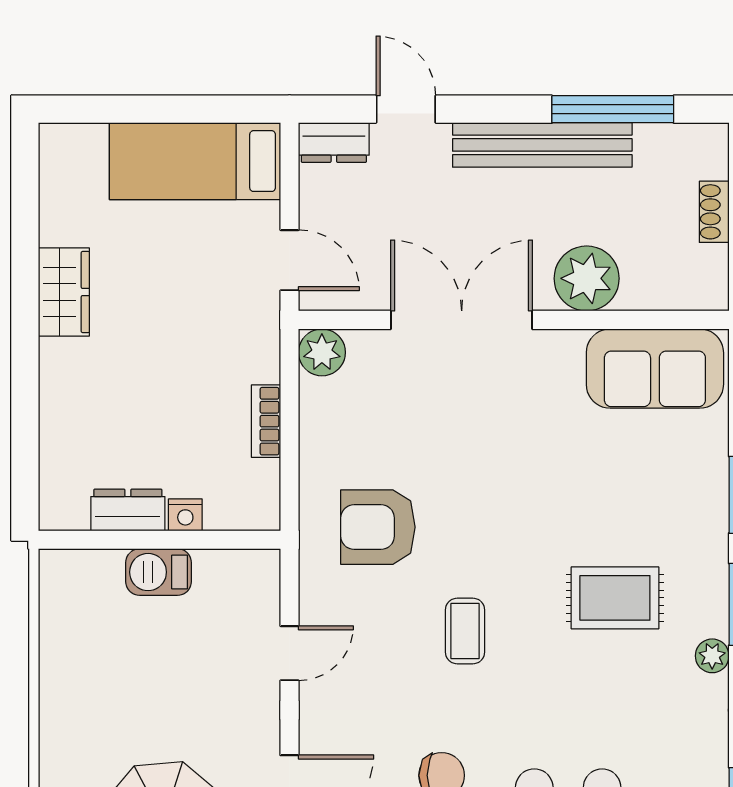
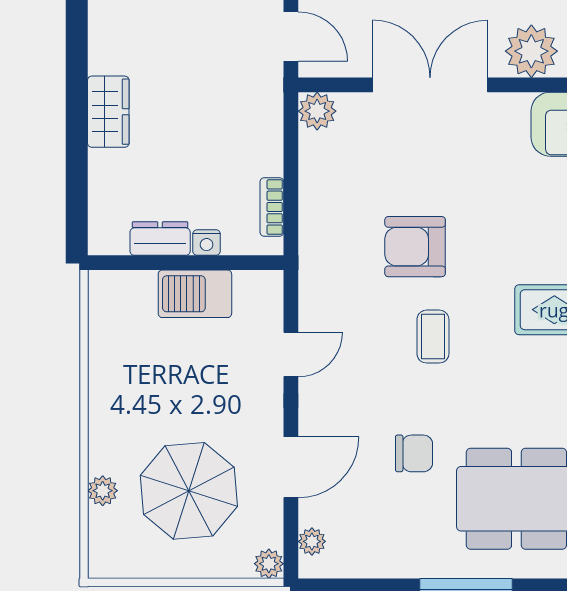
wardrobe: (64, 292) -> (108, 112), moved
bookcase: (266, 421) -> (272, 207), moved
armchair: (378, 527) -> (415, 247), moved
barbecue: (159, 572) -> (195, 294), width x1.38, depth x1.27

